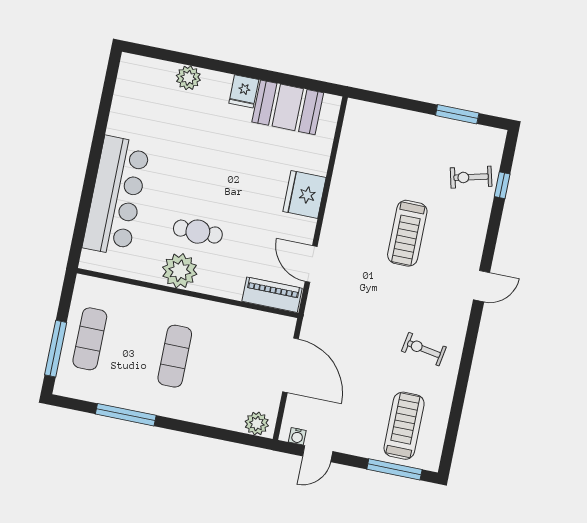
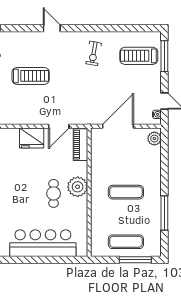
fridge: (304, 194) -> (32, 138), moved
plant: (180, 271) -> (78, 187), moved

